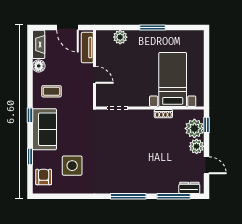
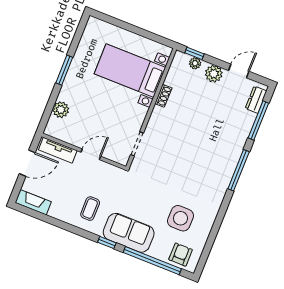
floor lamp: (39, 66) -> (57, 211), removed
plant: (194, 128) -> (195, 63), width x0.53, depth x0.53
window: (30, 157) -> (152, 261), width x3.17
armchair: (44, 177) -> (181, 255), turned 90

